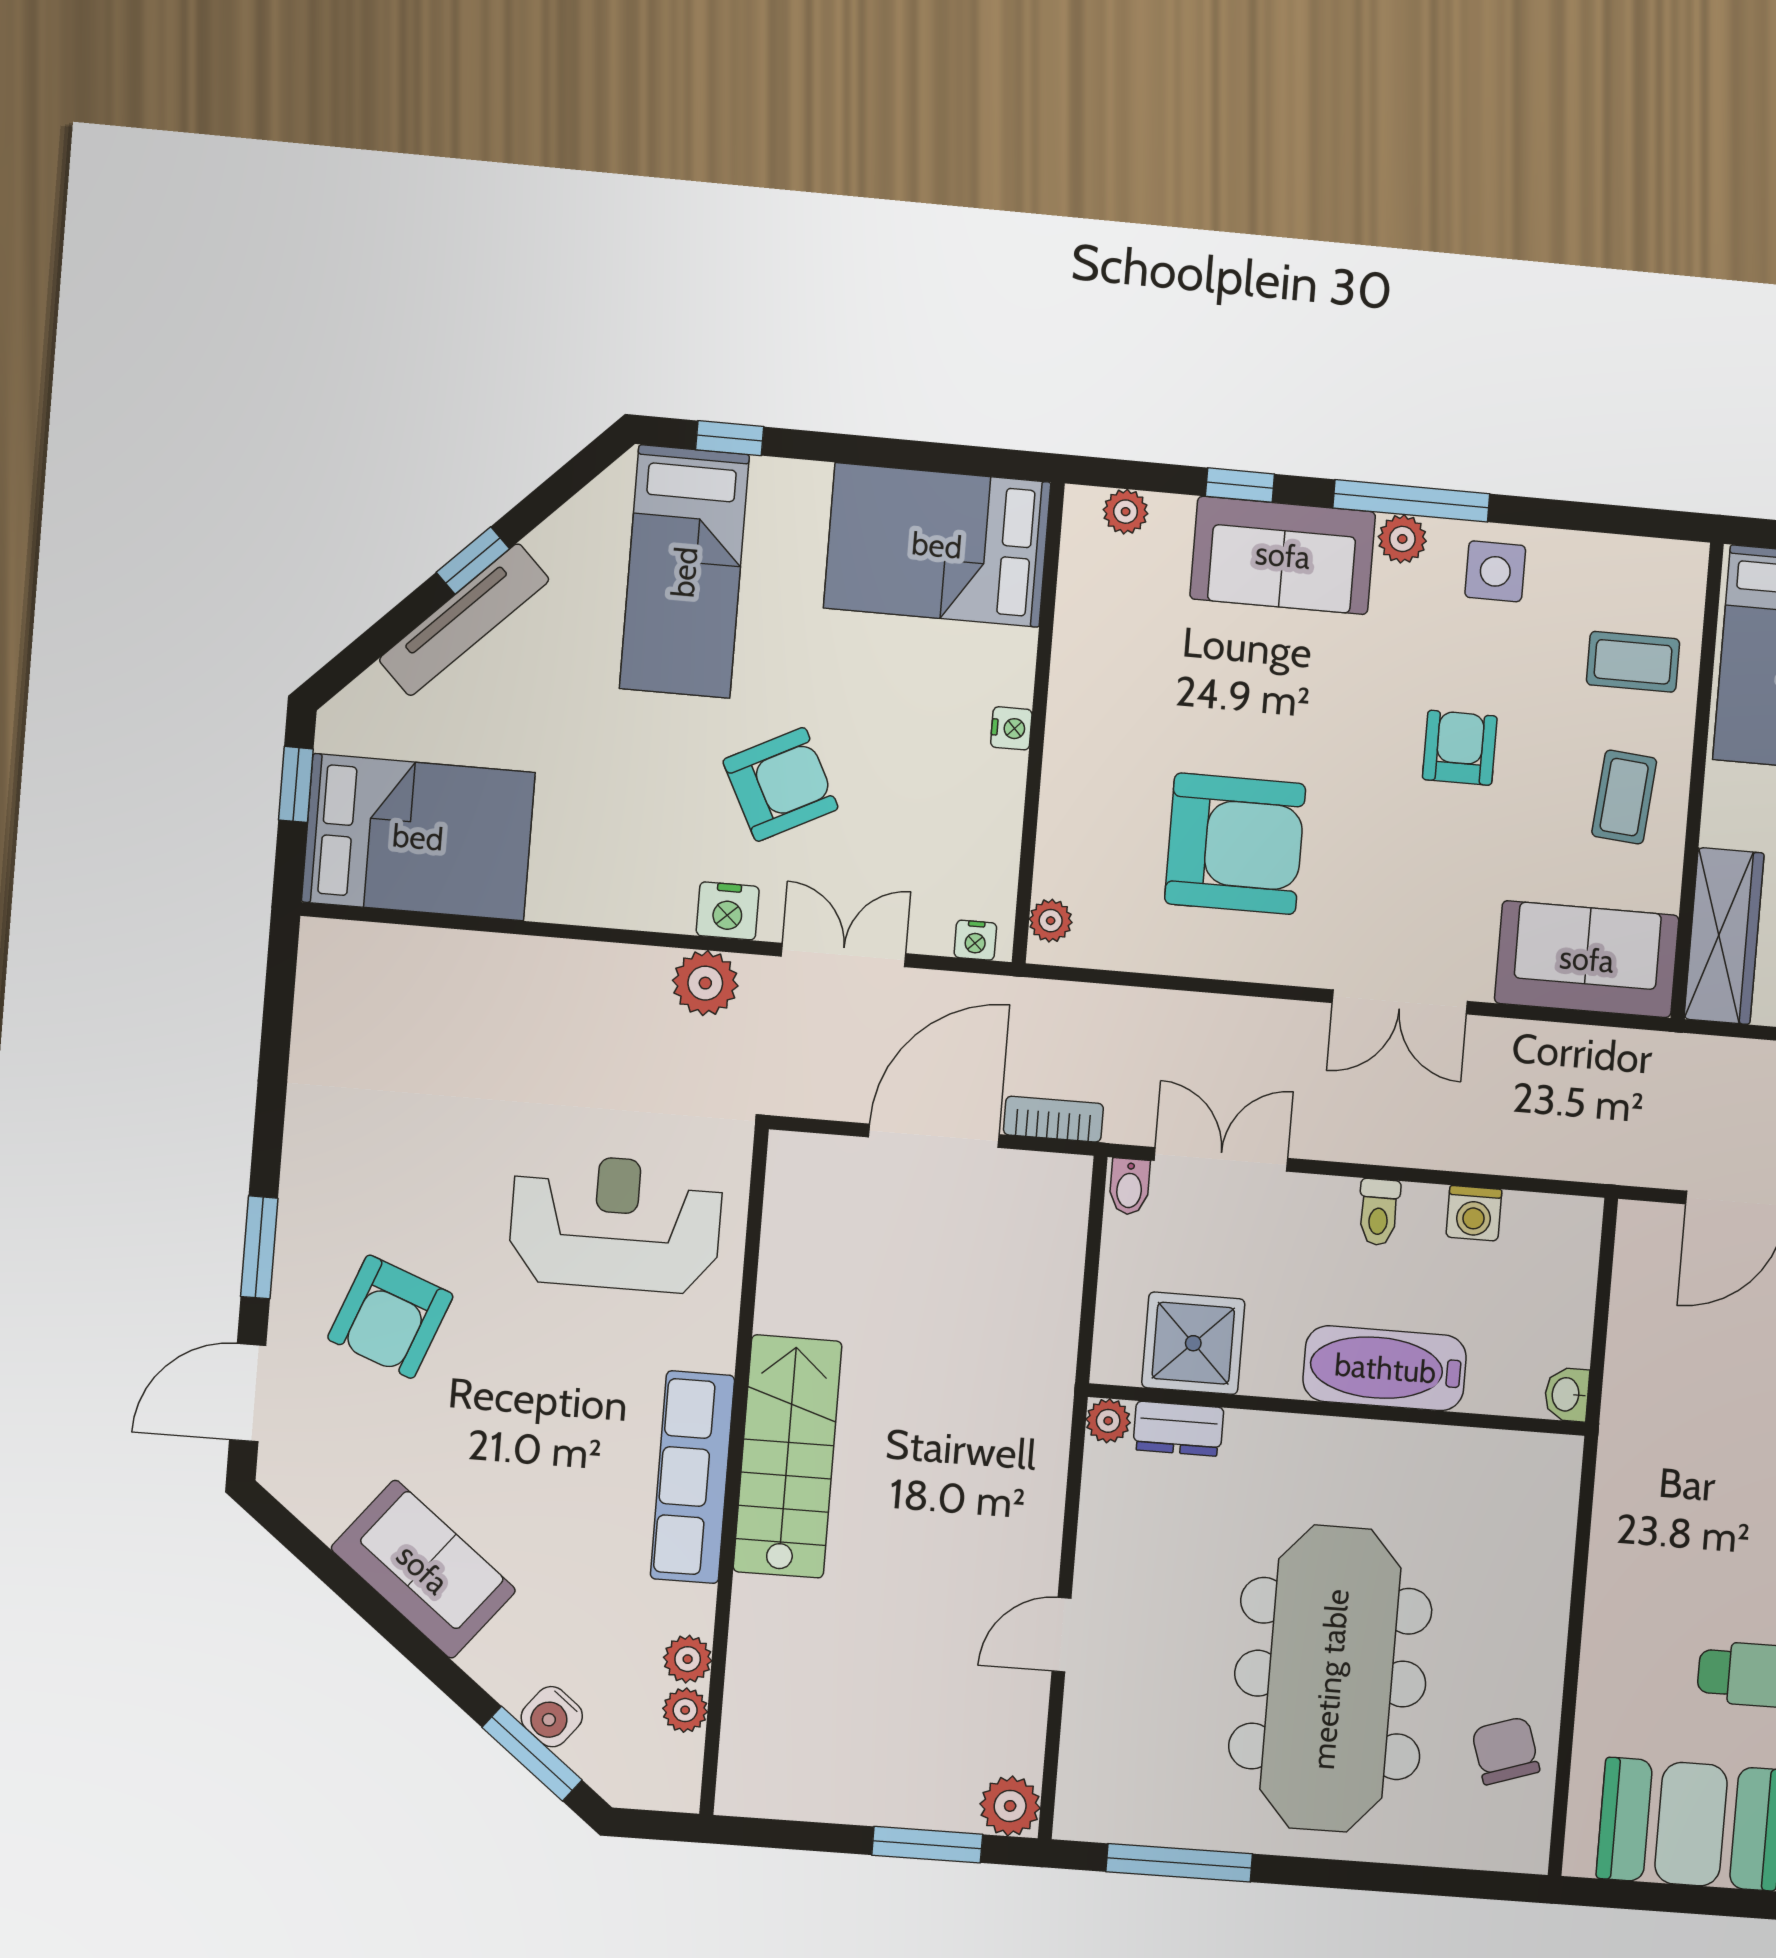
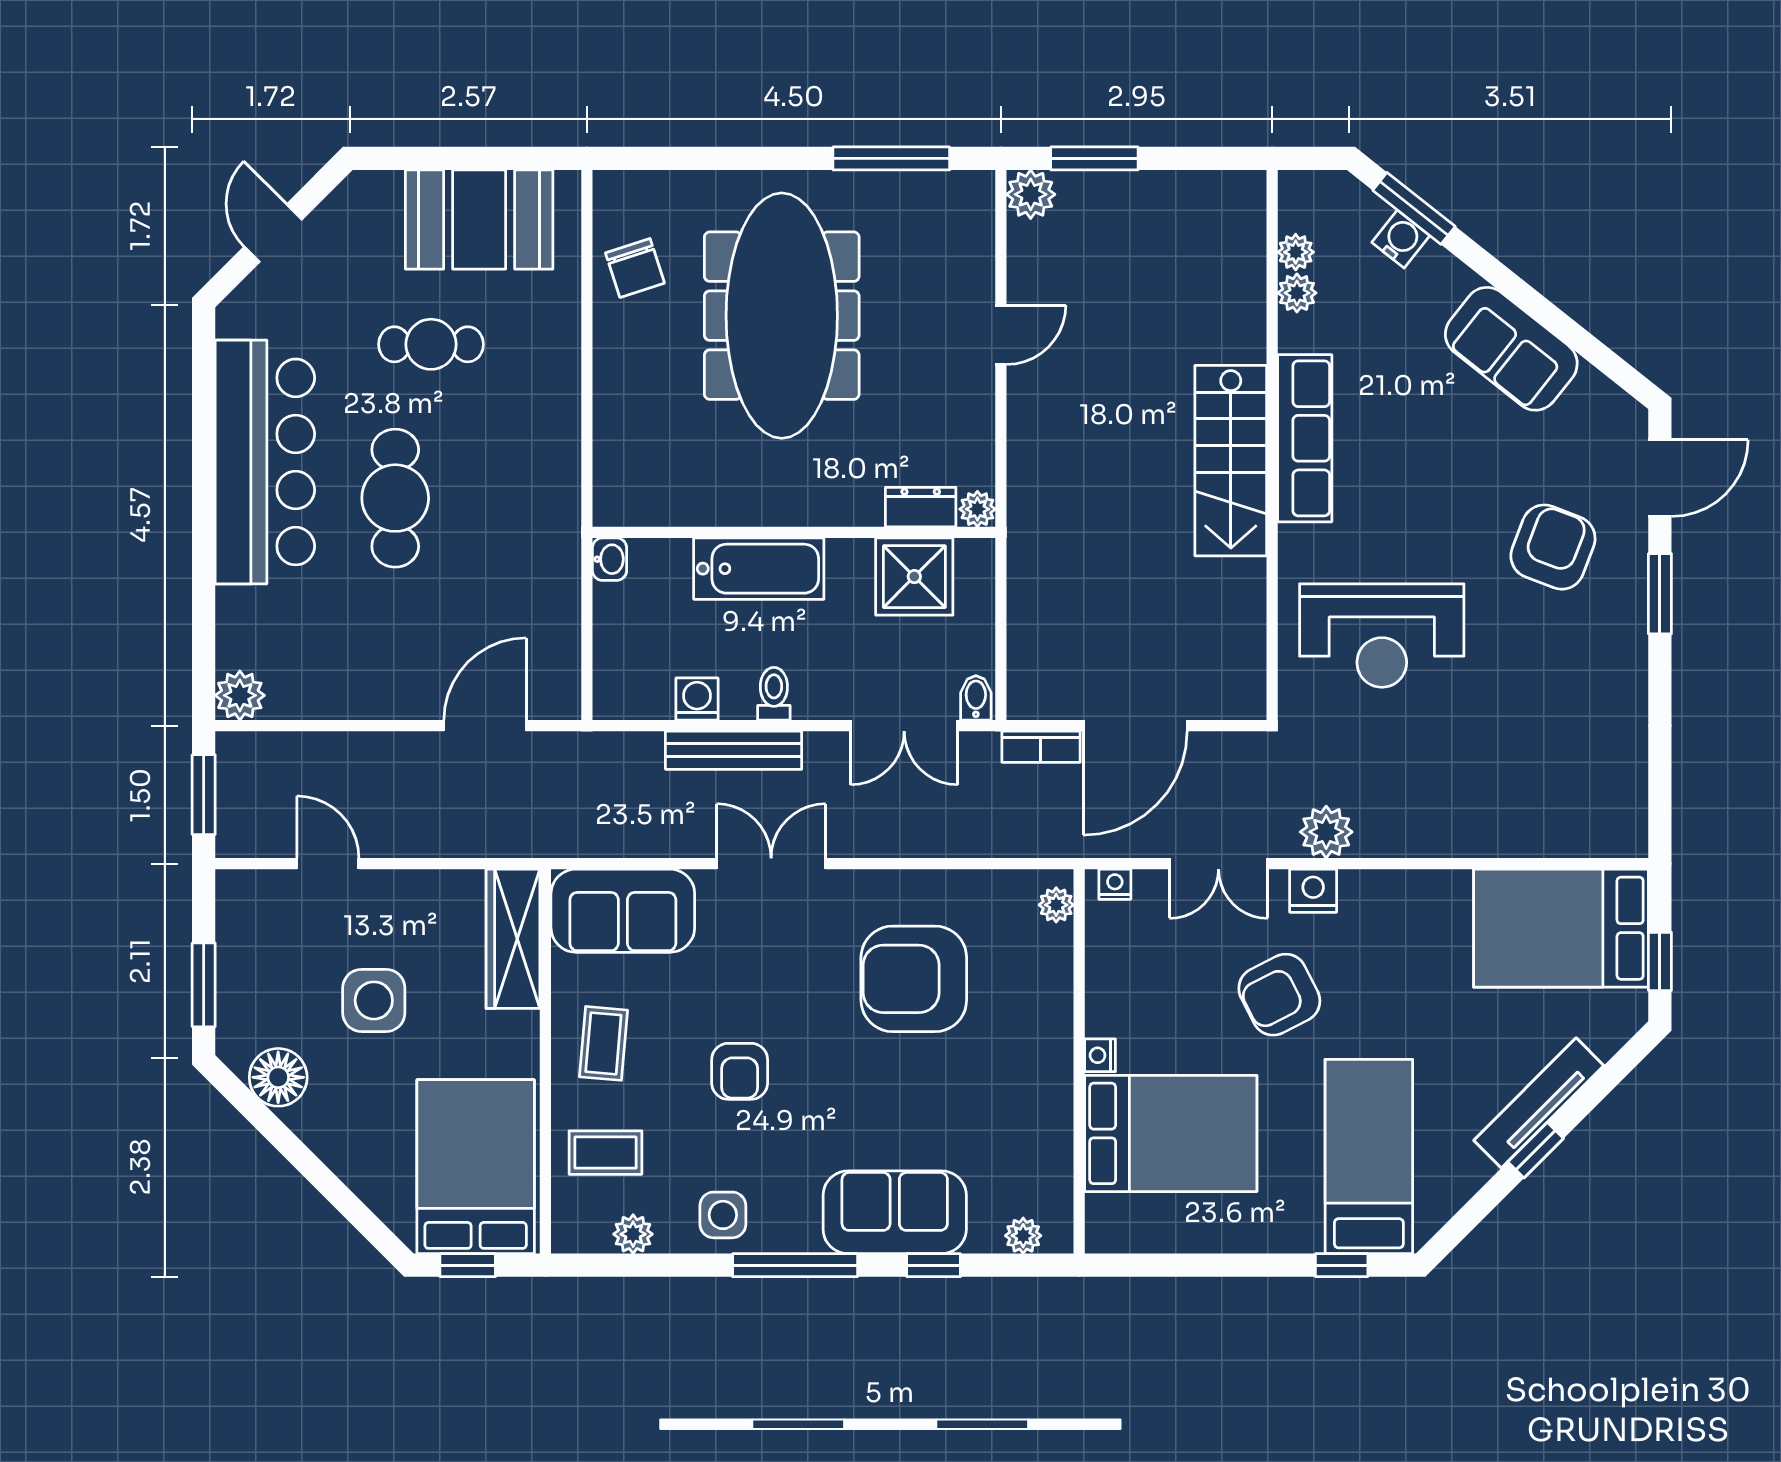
plant: (1402, 539) -> (633, 1234), moved
bed: (937, 545) -> (1171, 1133), moved
bench: (1434, 1146) -> (734, 750), added

